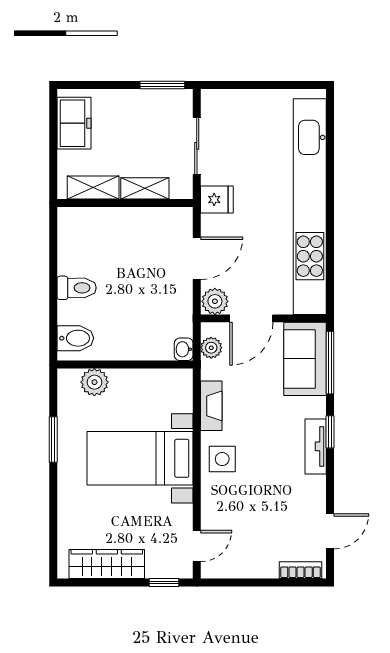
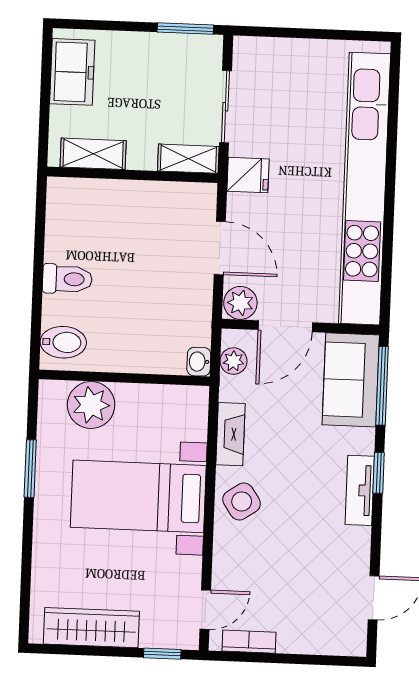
shelving: (145, 188) -> (188, 159), moved
door: (197, 258) -> (220, 248), hinge flipped
plant: (94, 382) -> (91, 405), width x1.36, depth x1.36
side table: (222, 459) -> (242, 501), turned -34
bookcase: (301, 570) -> (249, 642), moved

